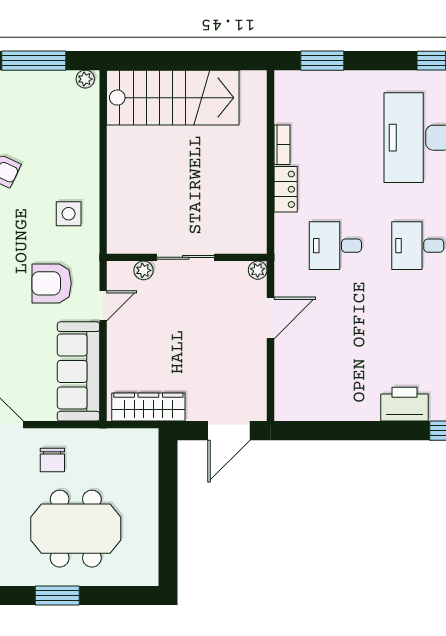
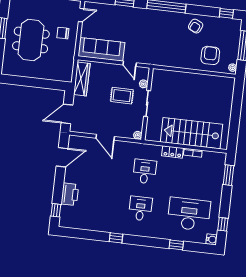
stairs: (173, 98) -> (192, 133), moved, turned 90
side table: (69, 214) -> (173, 53), removed
armchair: (52, 283) -> (210, 55), moved
rug: (175, 315) -> (122, 96), added
door: (270, 318) -> (105, 137), moved
door: (229, 431) -> (67, 114), hinge flipped
door: (325, 431) -> (62, 157), added

